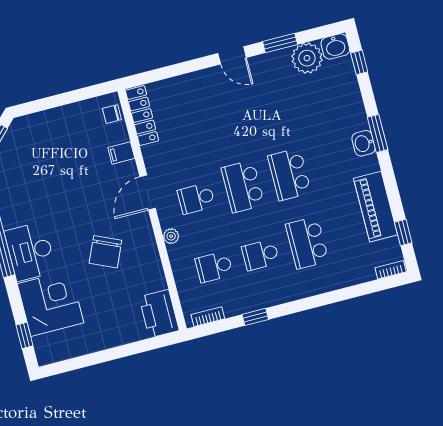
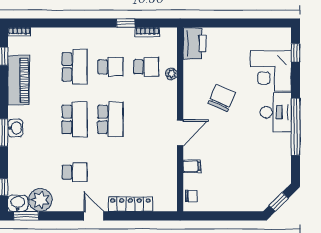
window: (280, 43) -> (26, 216), moved
locker: (142, 116) -> (130, 204), moved, turned 90
school desk: (196, 198) -> (75, 172), moved
plant: (171, 236) -> (171, 74), moved
bookcase: (208, 317) -> (147, 32), moved

